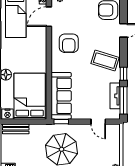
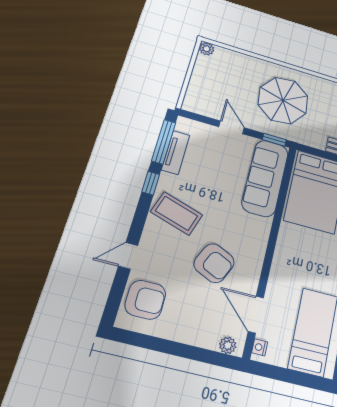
door: (49, 17) -> (256, 315), swing flipped
armchair: (69, 43) -> (214, 263), moved, turned 114
door: (98, 122) -> (232, 127), moved

